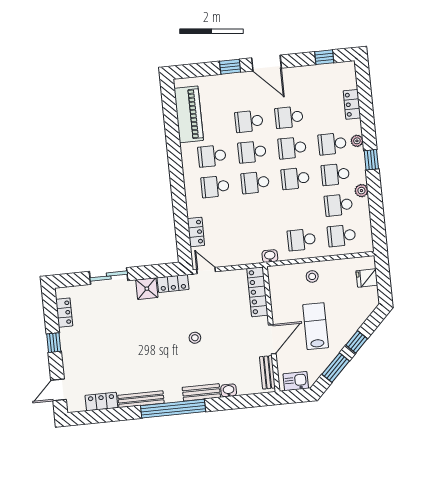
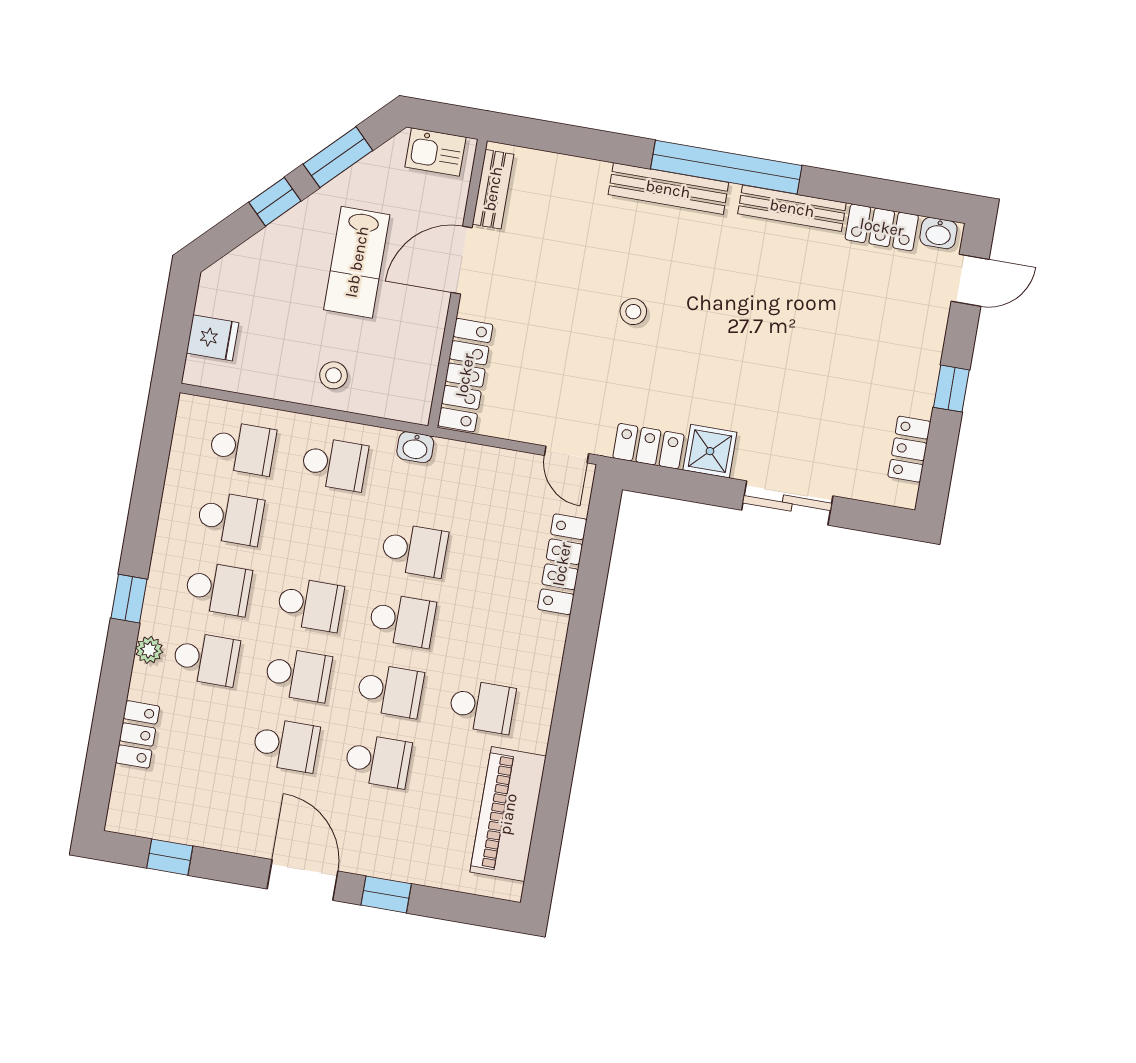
school desk: (215, 187) -> (414, 550), moved
plant: (361, 191) -> (170, 536), removed
locker: (196, 232) -> (562, 564), width x1.53
washbasin: (229, 390) -> (938, 233), moved
bench: (201, 392) -> (668, 189), width x1.36

